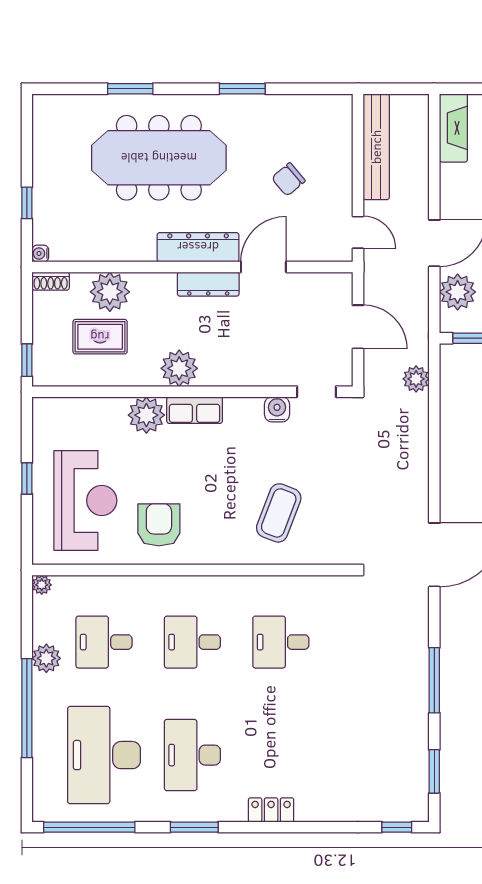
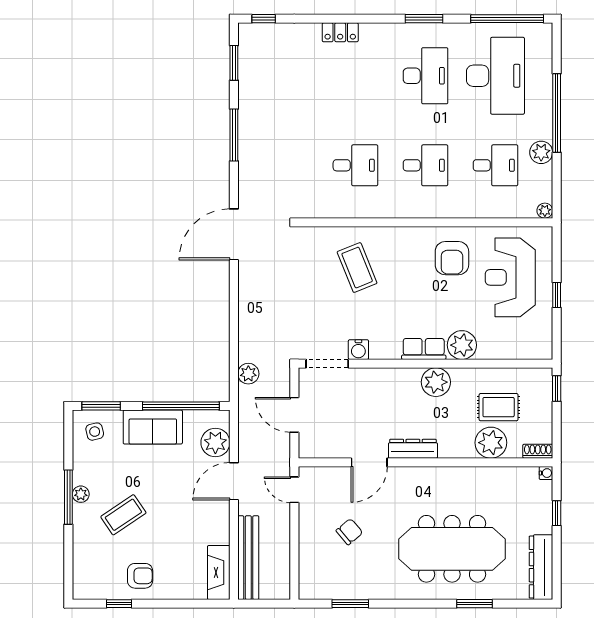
window: (242, 89) -> (350, 604), moved
bench: (376, 147) -> (248, 558), moved
dresser: (198, 247) -> (541, 567), moved, turned 90
doorway: (317, 392) -> (327, 364), width x1.38
coffee table: (279, 513) -> (357, 268), turned -43
locker: (271, 810) -> (340, 32), moved

